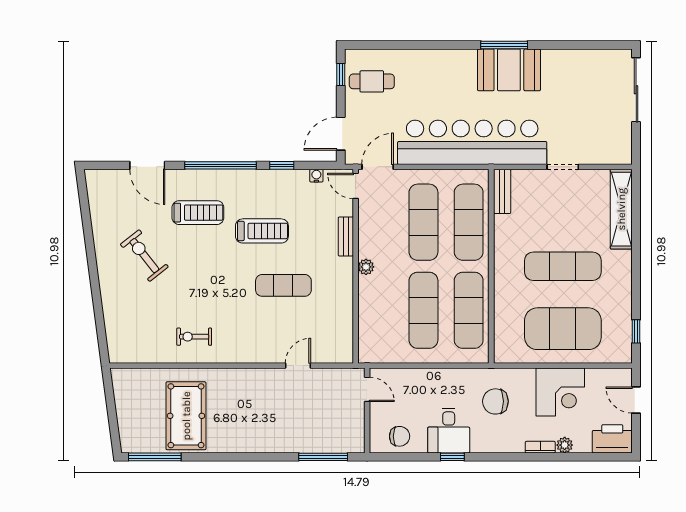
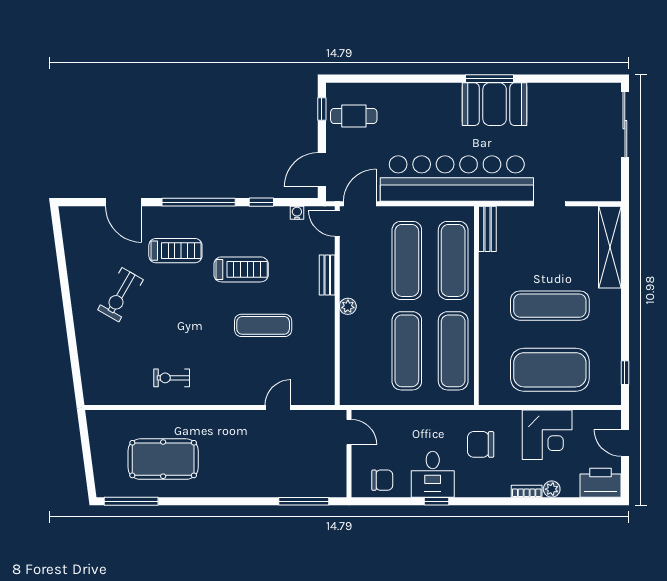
exercise bike: (144, 256) -> (120, 295), turned -112
pool table: (186, 416) -> (163, 459), turned 90

